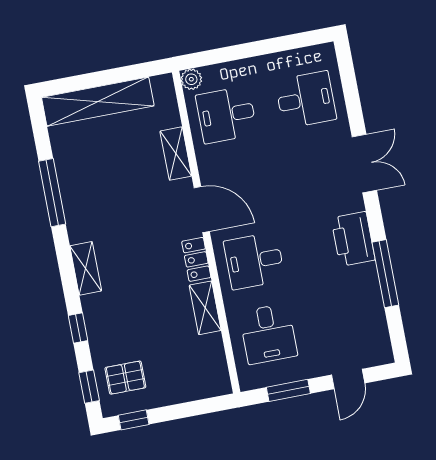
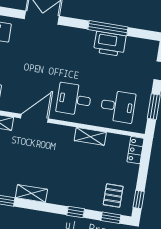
printer: (353, 239) -> (110, 44), moved
locker: (196, 259) -> (135, 150), moved, turned 90
desk: (254, 261) -> (74, 99), turned 90
shelving: (86, 268) -> (31, 193), moved

